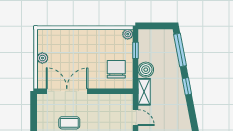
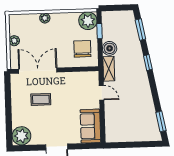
plant: (76, 34) -> (45, 18), added
plant: (128, 34) -> (88, 21), width x1.87, depth x1.87
window: (180, 50) -> (140, 29), width x0.69

